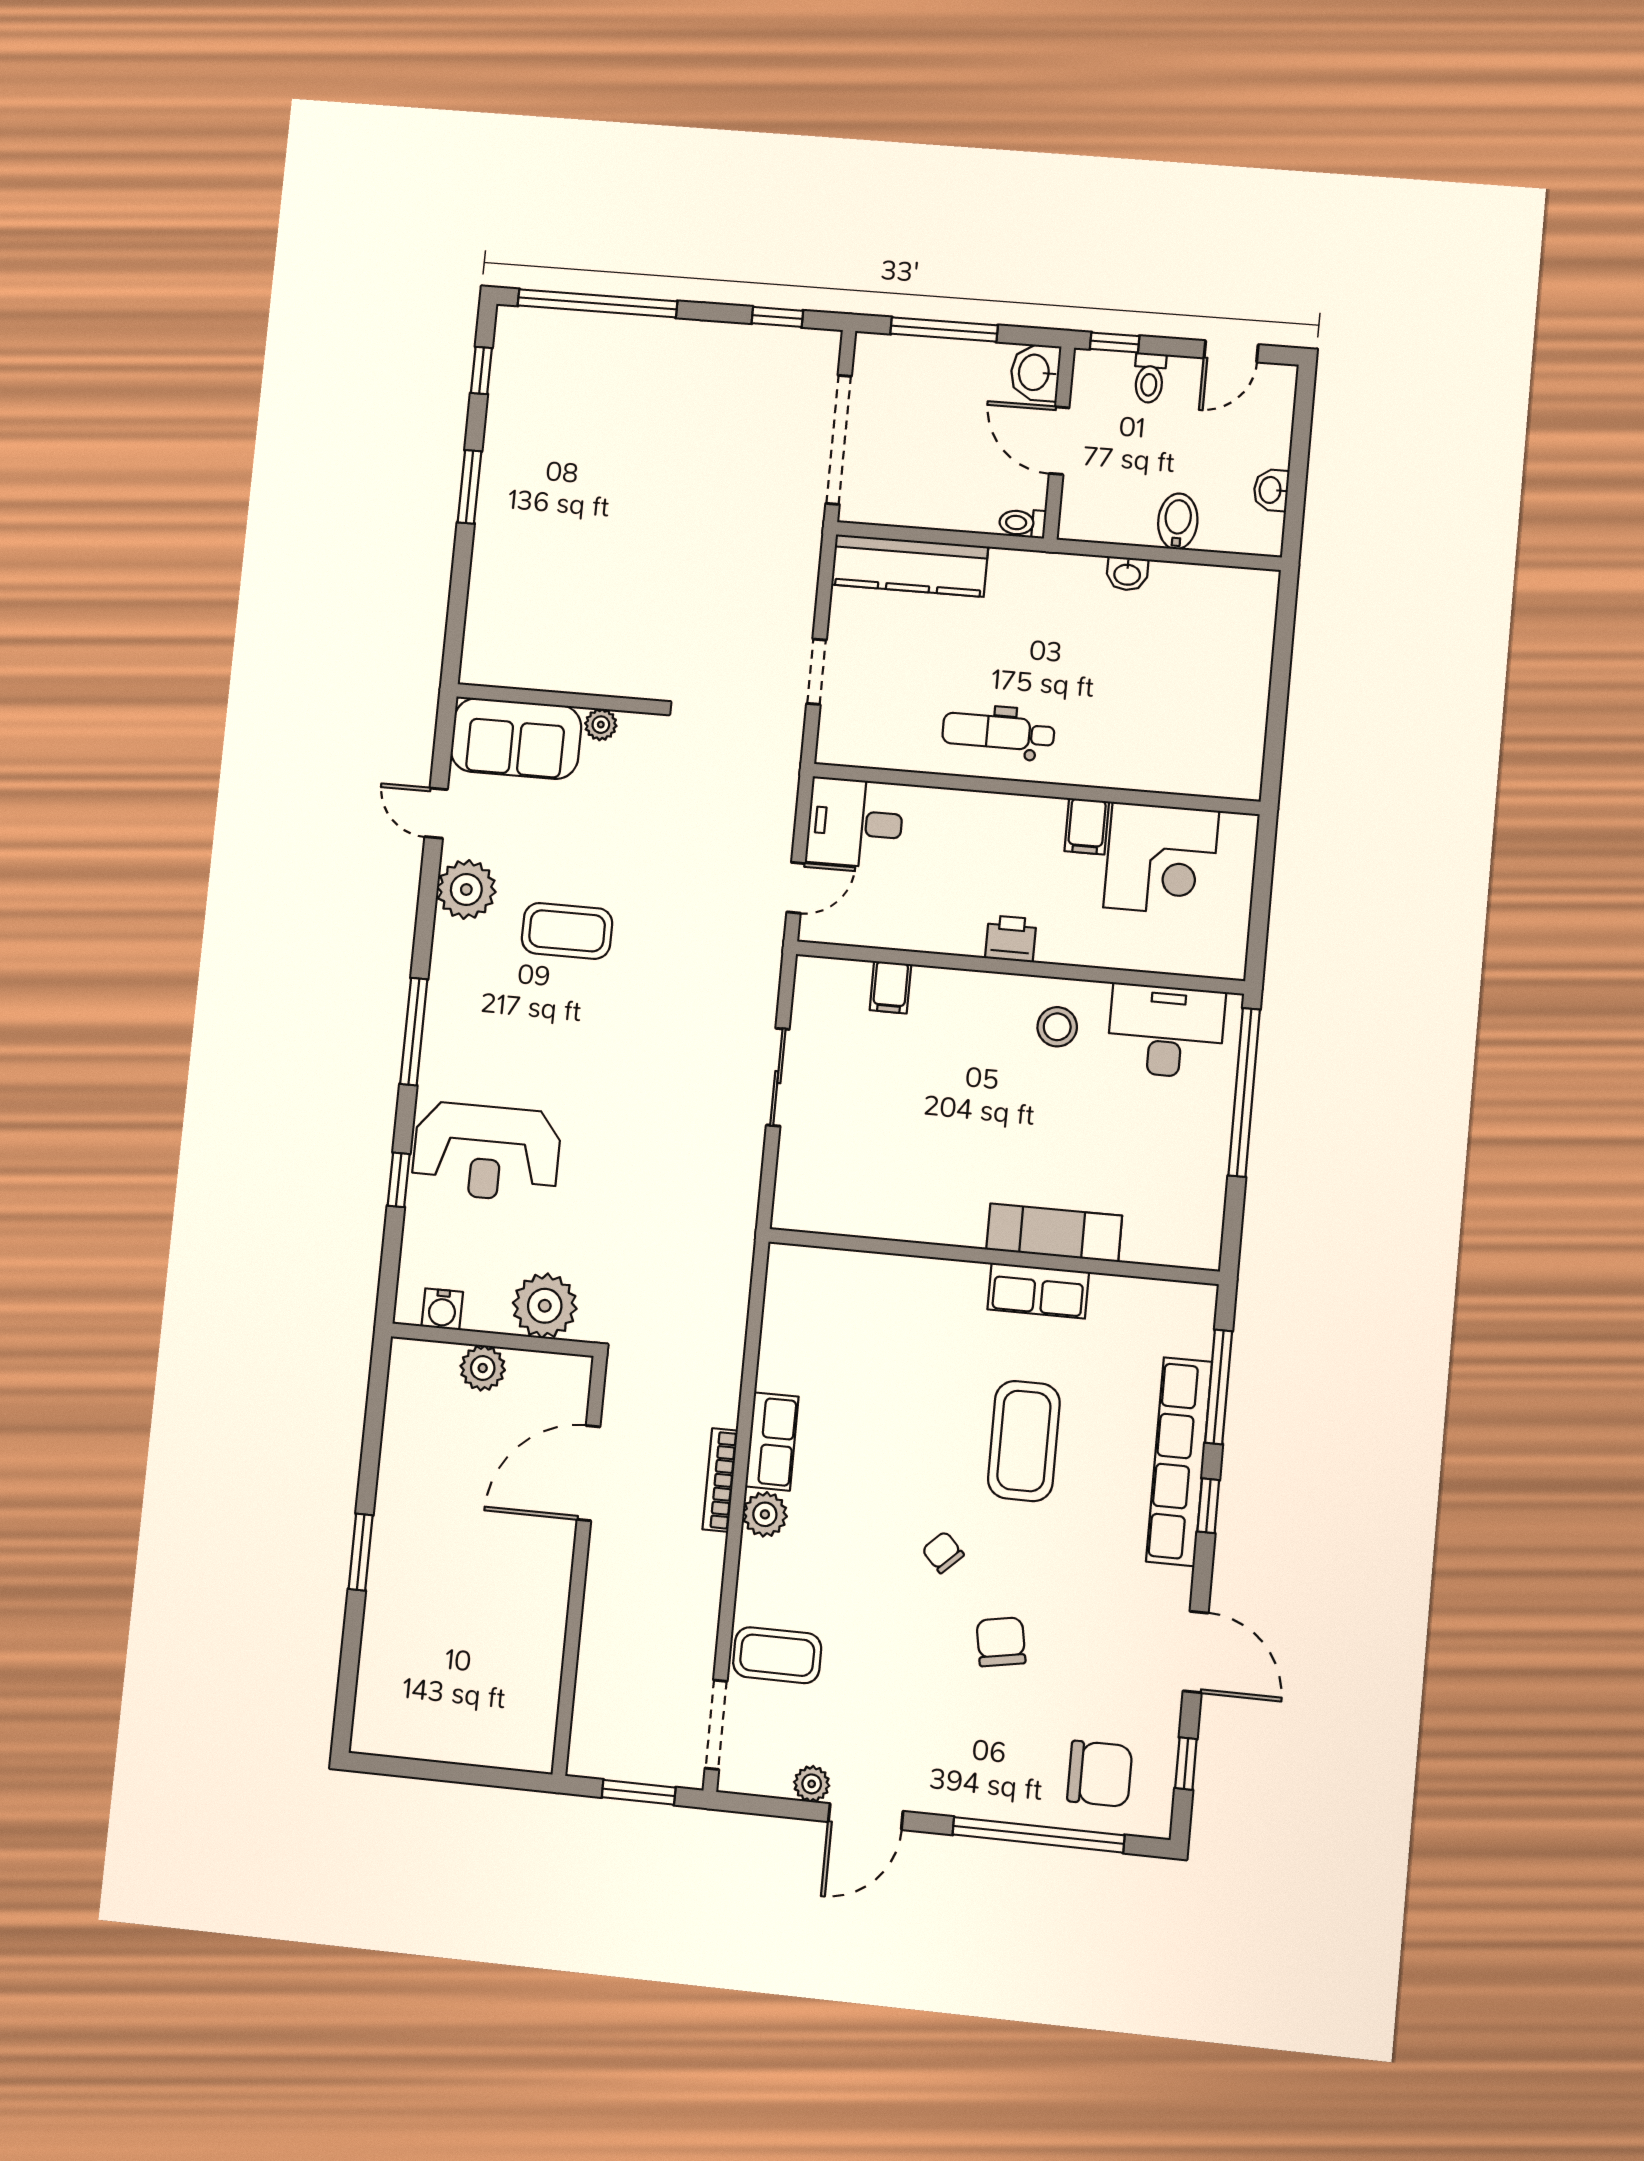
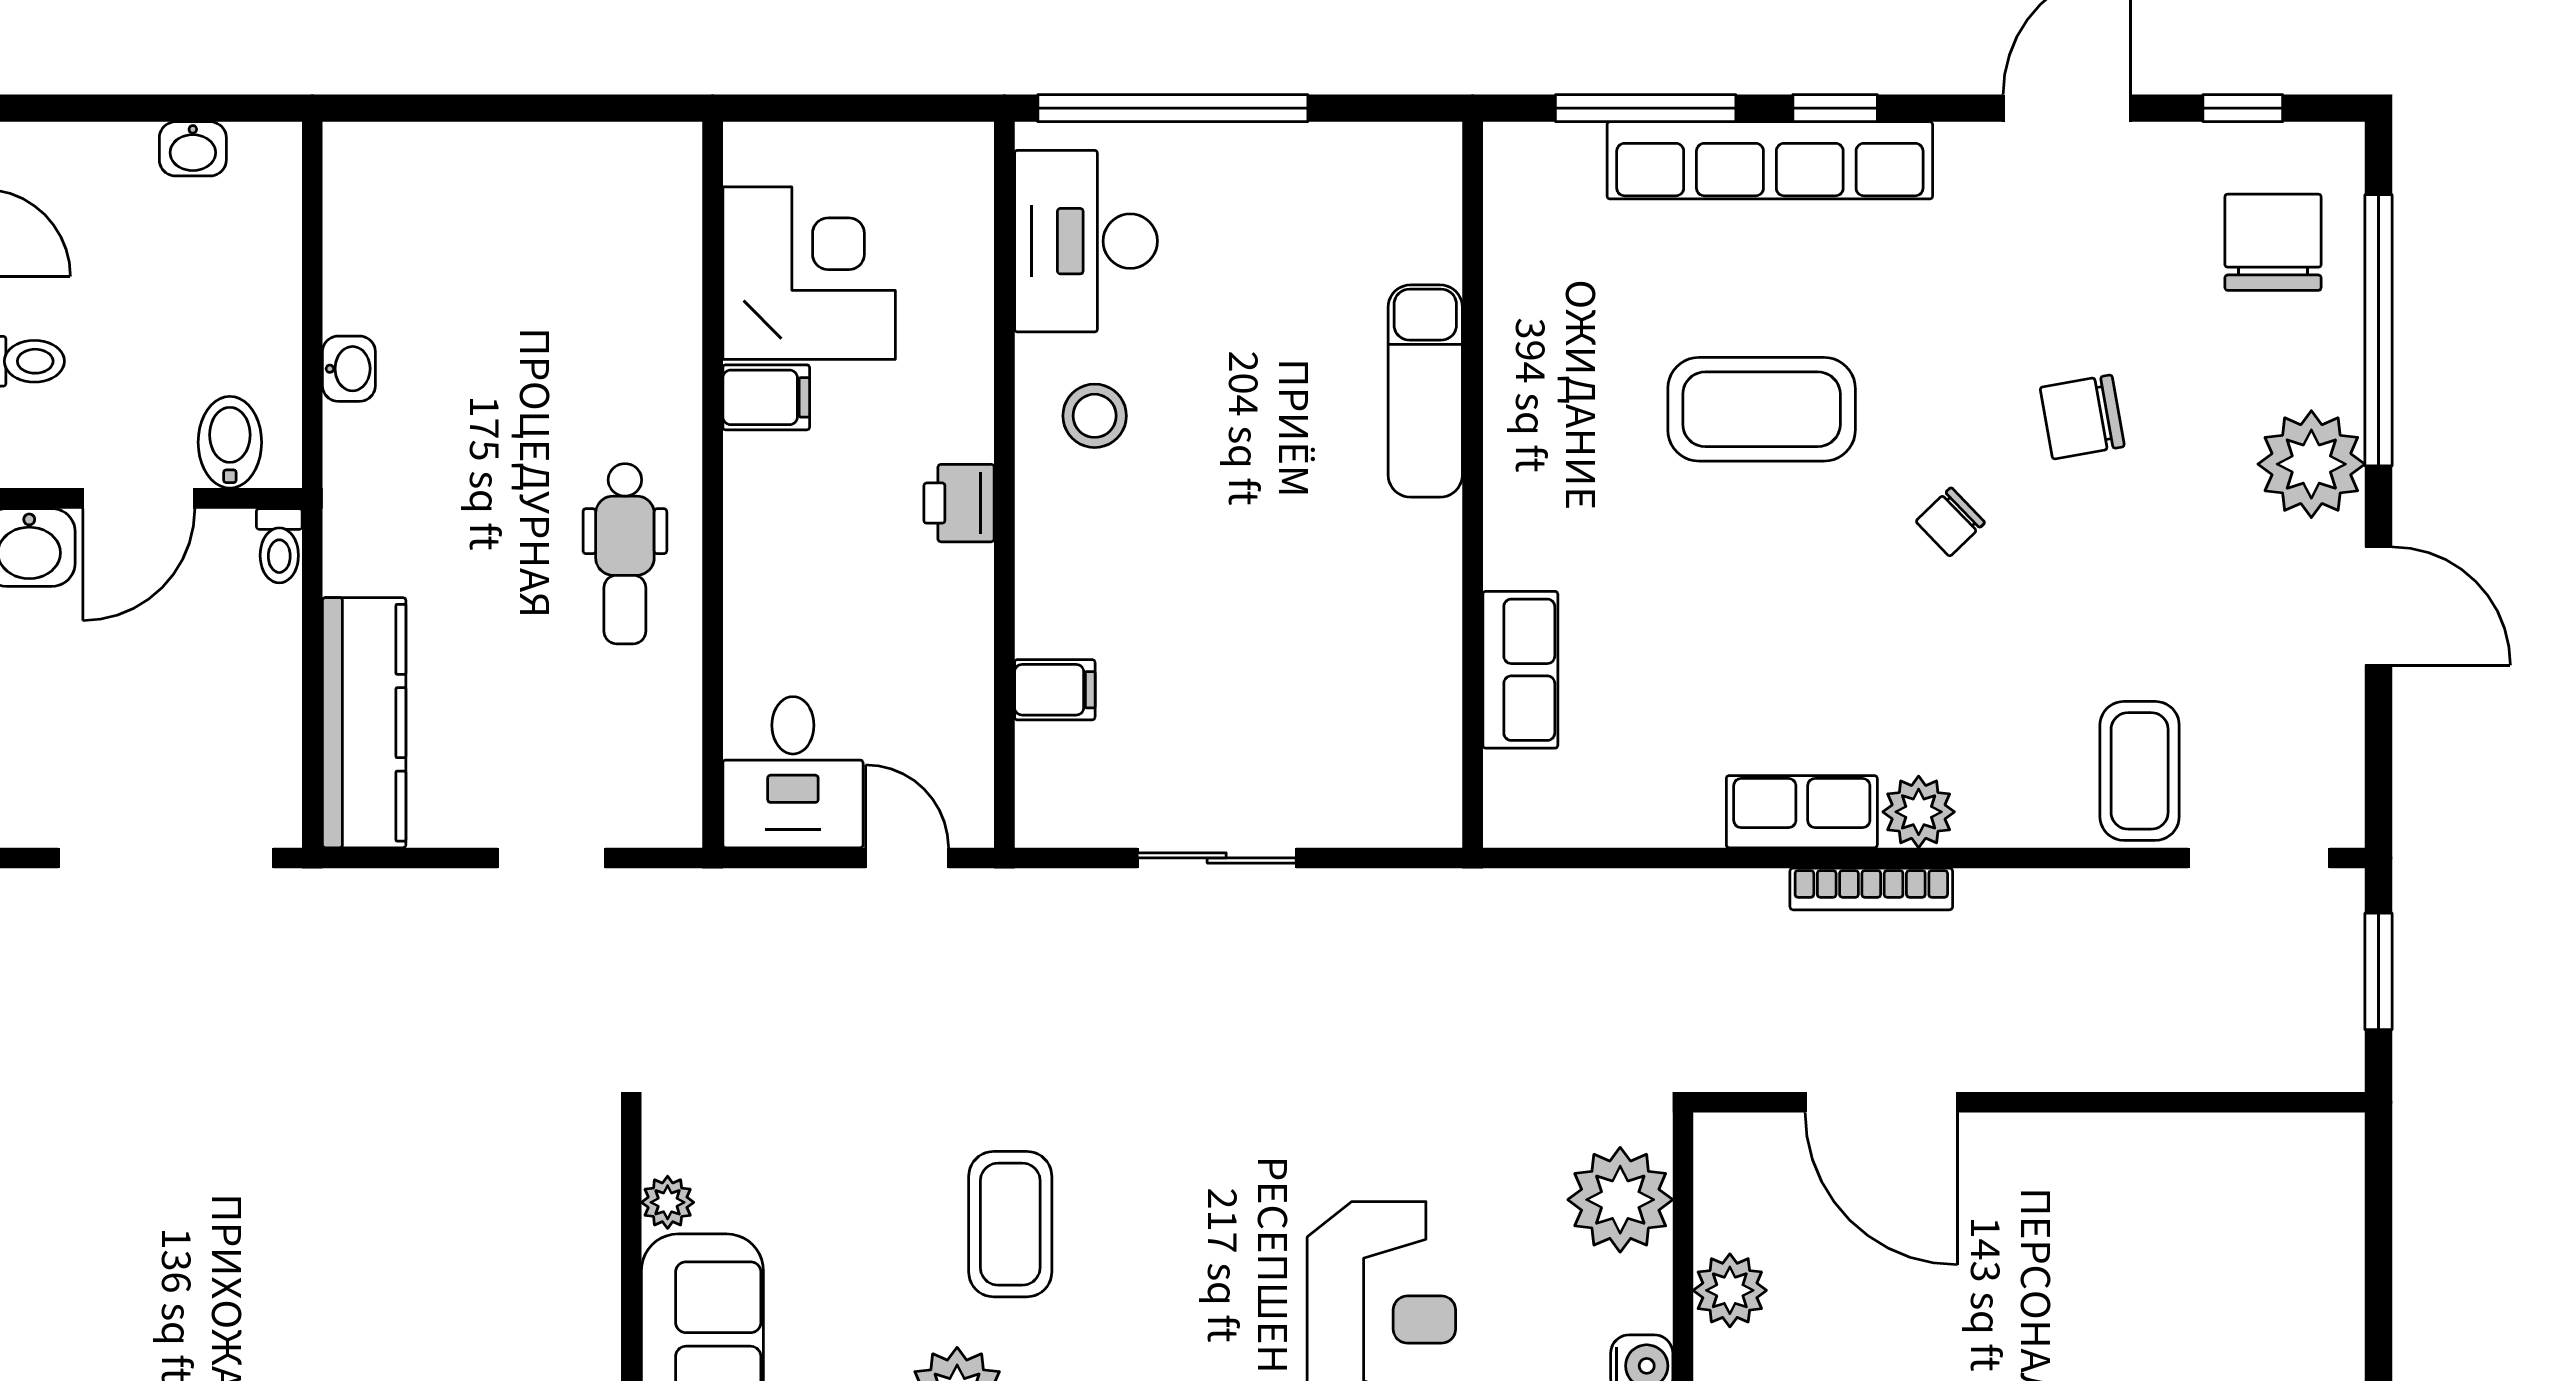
bidet: (1178, 521) -> (230, 442), moved, turned 90
row of seats: (1038, 1291) -> (1520, 670), moved
plant: (812, 1784) -> (2311, 464), moved, width x1.87, depth x1.87

